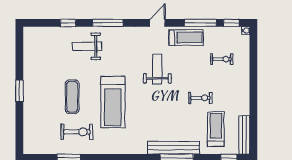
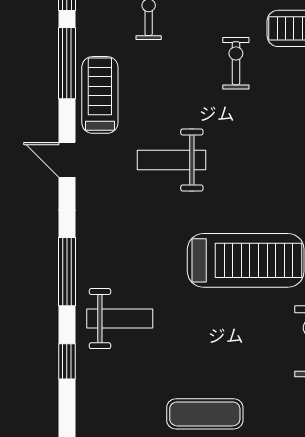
weight bench: (87, 46) -> (120, 319), turned -90
exercise mat: (72, 97) -> (205, 414), moved

